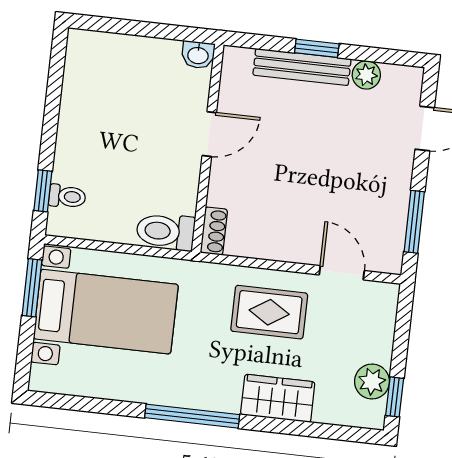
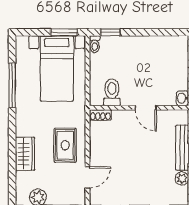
toilet: (67, 196) -> (95, 44), moved
toilet: (166, 231) -> (112, 92), moved
window: (192, 416) -> (12, 85), moved

